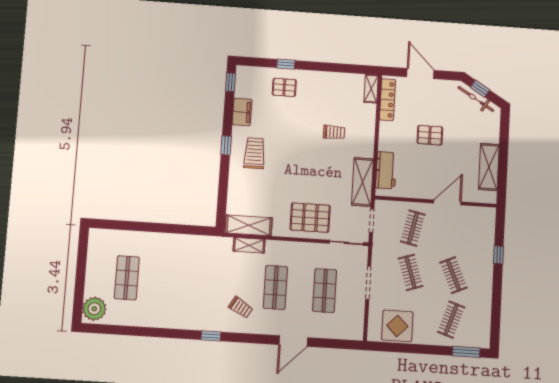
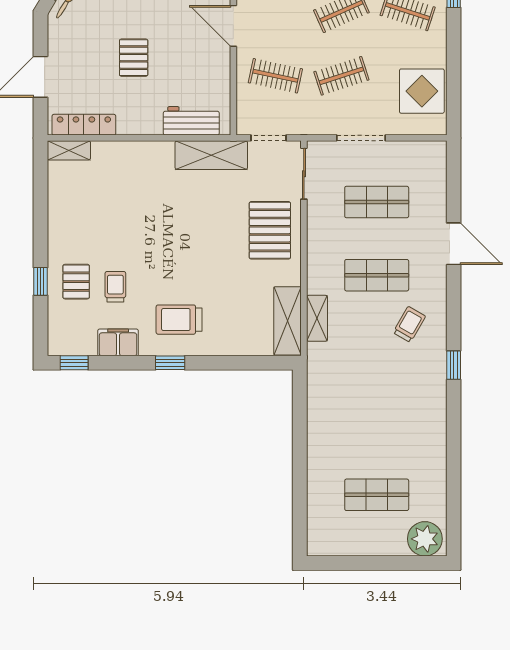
trolley: (334, 132) -> (115, 287), moved

